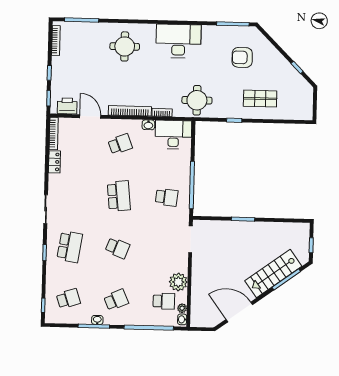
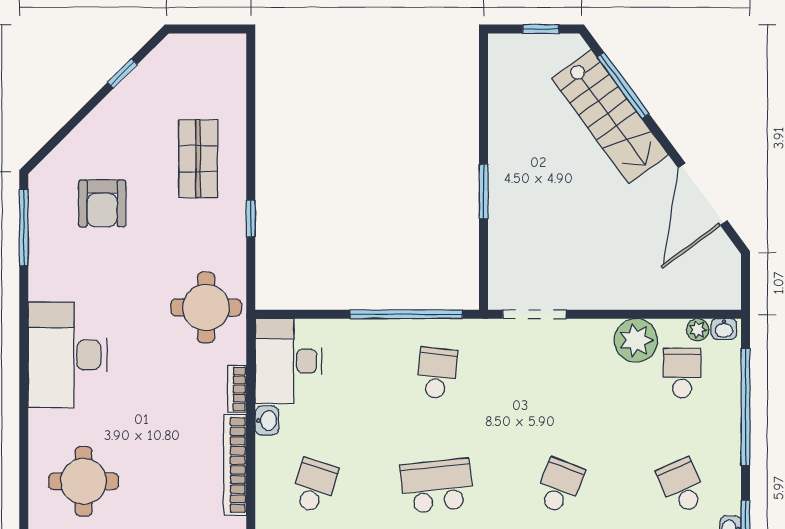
school desk: (120, 144) -> (314, 486), turned 39

